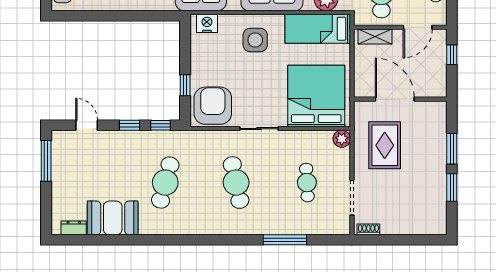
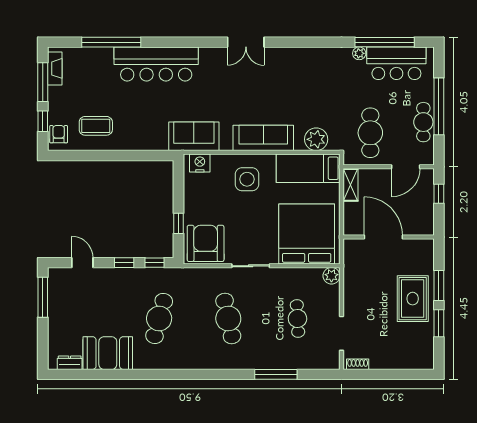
shelving: (375, 36) -> (351, 185), moved, turned 90
rug: (385, 145) -> (413, 299), moved

